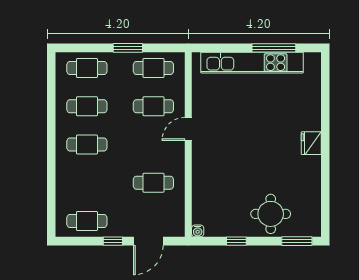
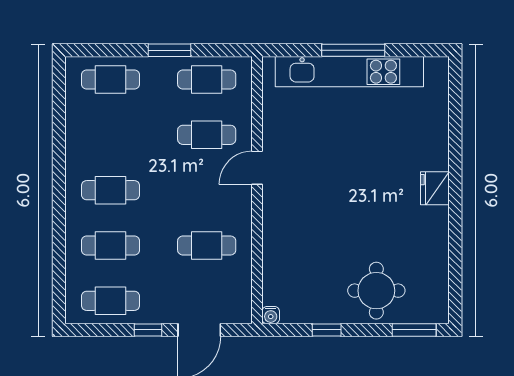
window: (274, 48) -> (353, 50), moved
cafe table: (87, 106) -> (110, 245), moved

